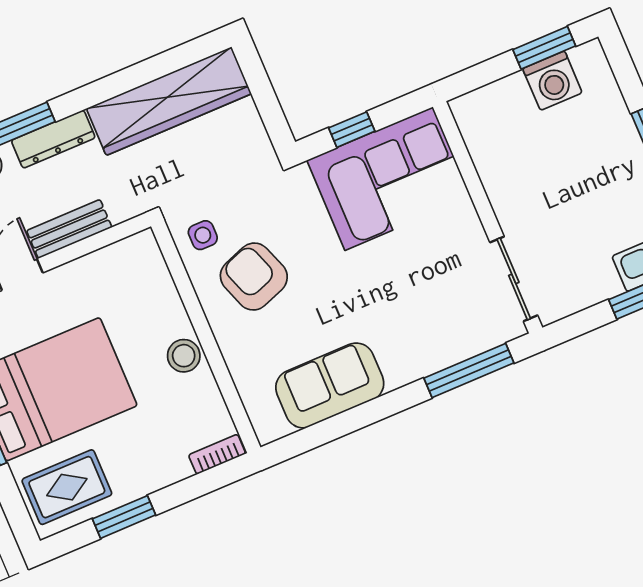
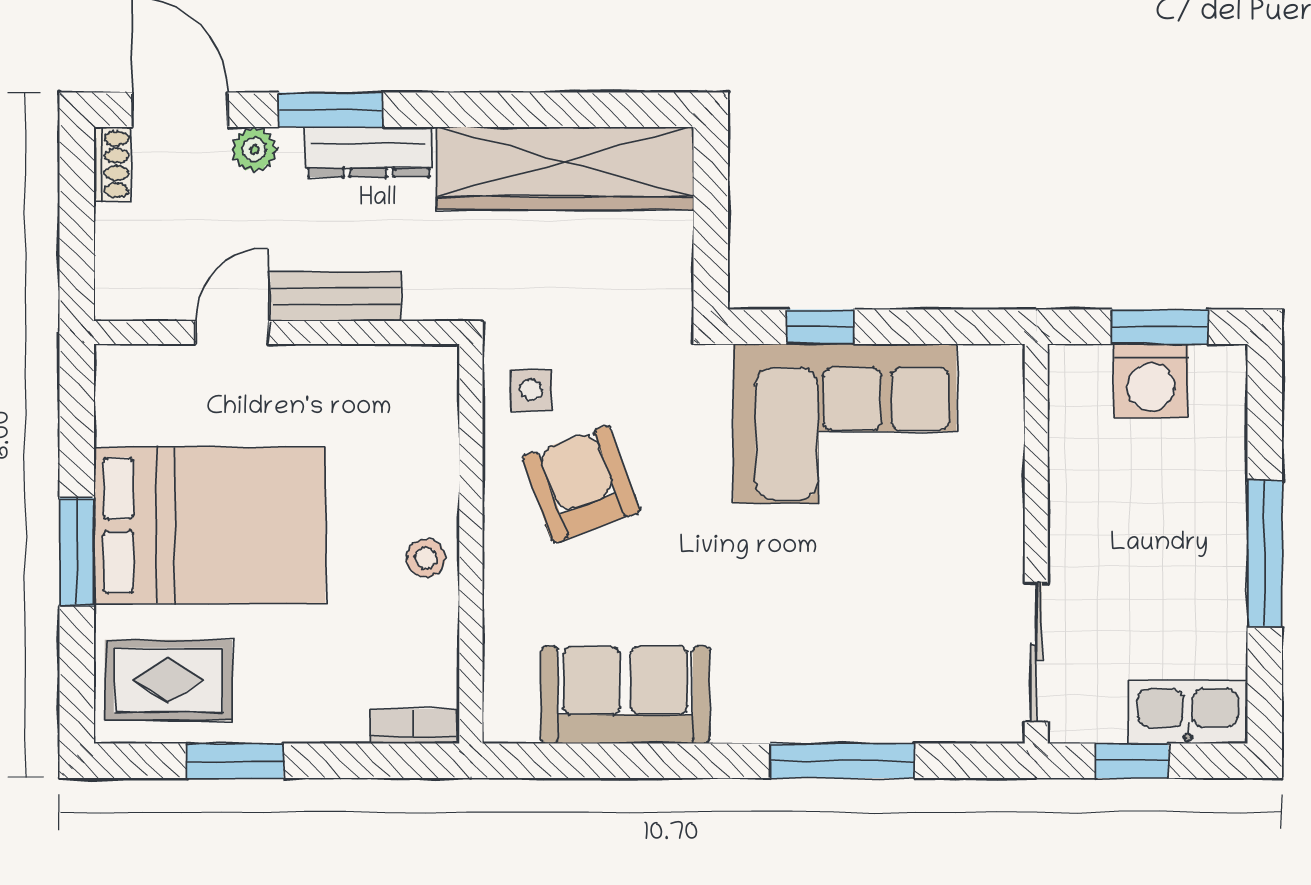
wall: (488, 217) -> (1036, 544), moved
sliding door: (514, 279) -> (1036, 652), moved
stool: (184, 356) -> (426, 558), width x0.73, depth x0.73

